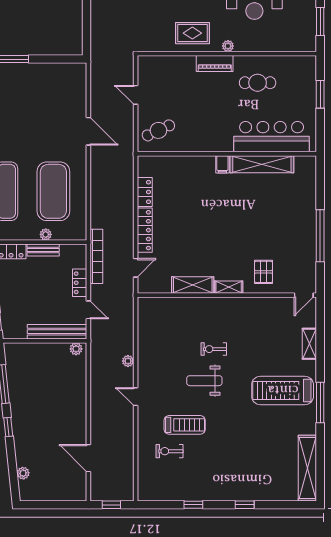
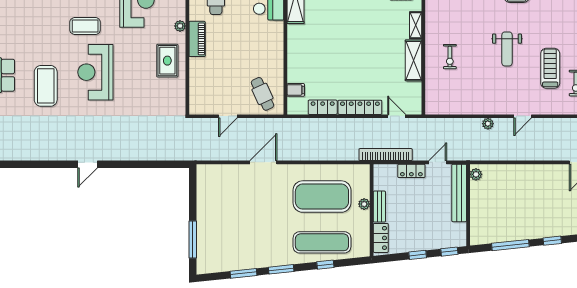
filing cabinet: (222, 164) -> (296, 90), moved
exercise bike: (214, 349) -> (450, 57), moved

